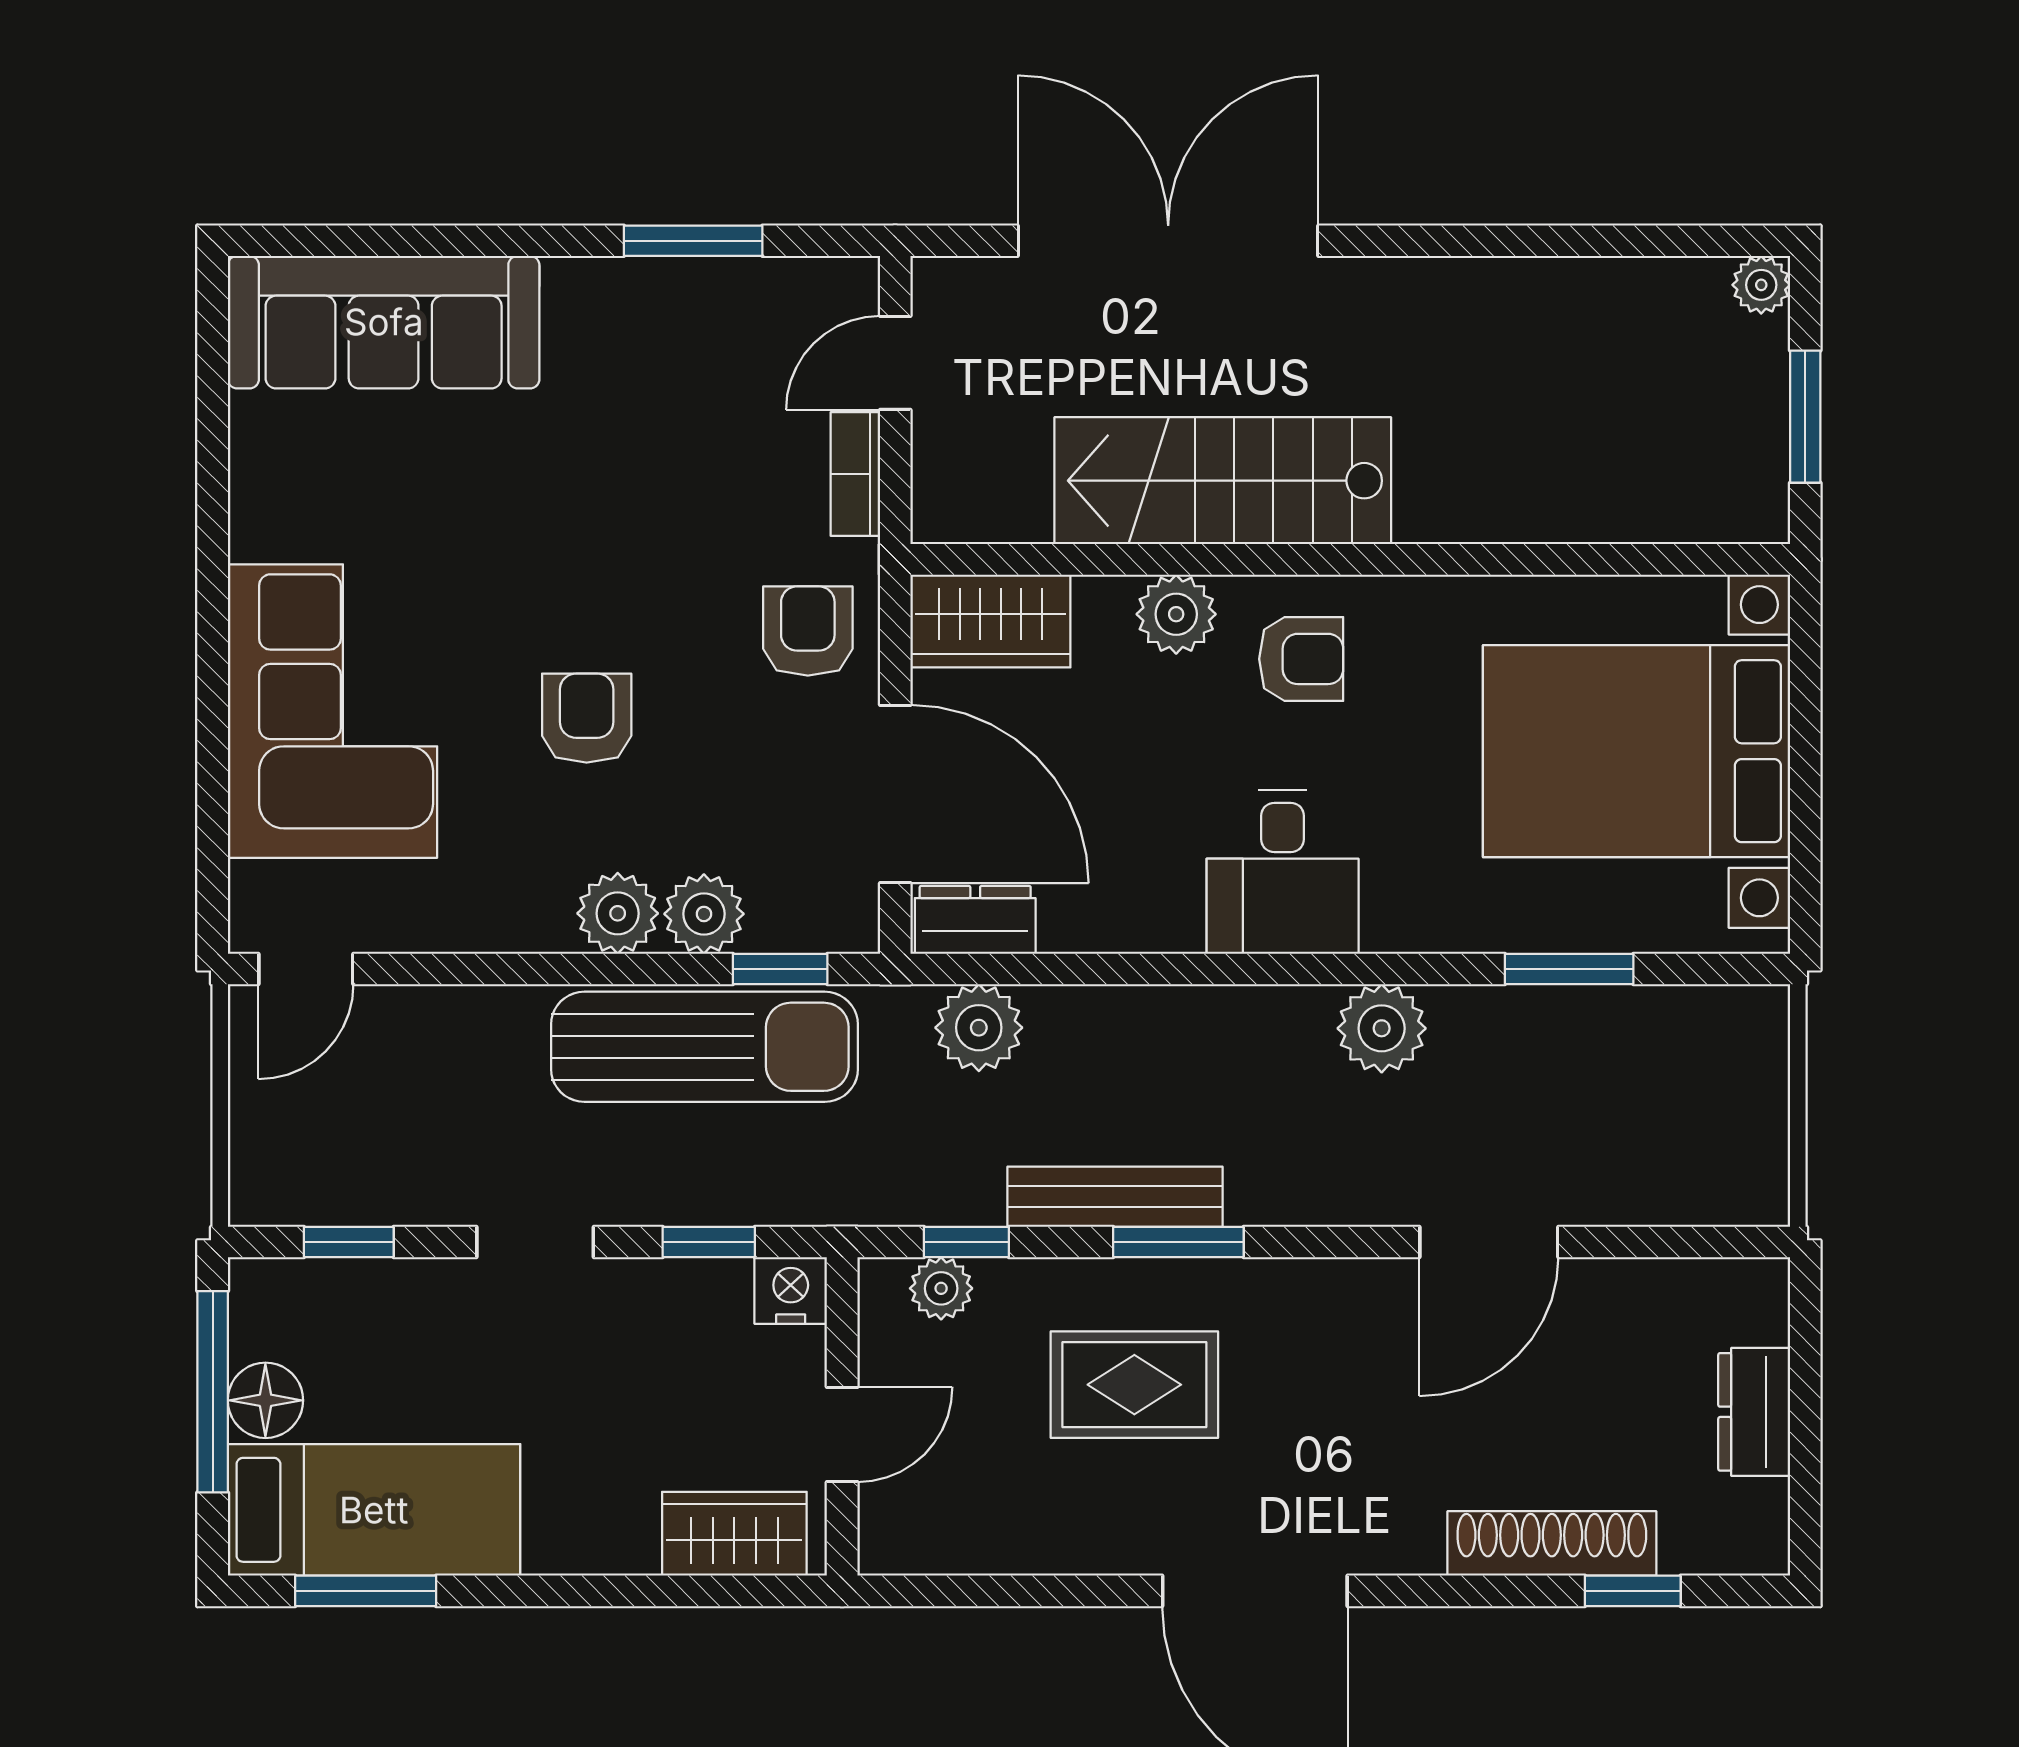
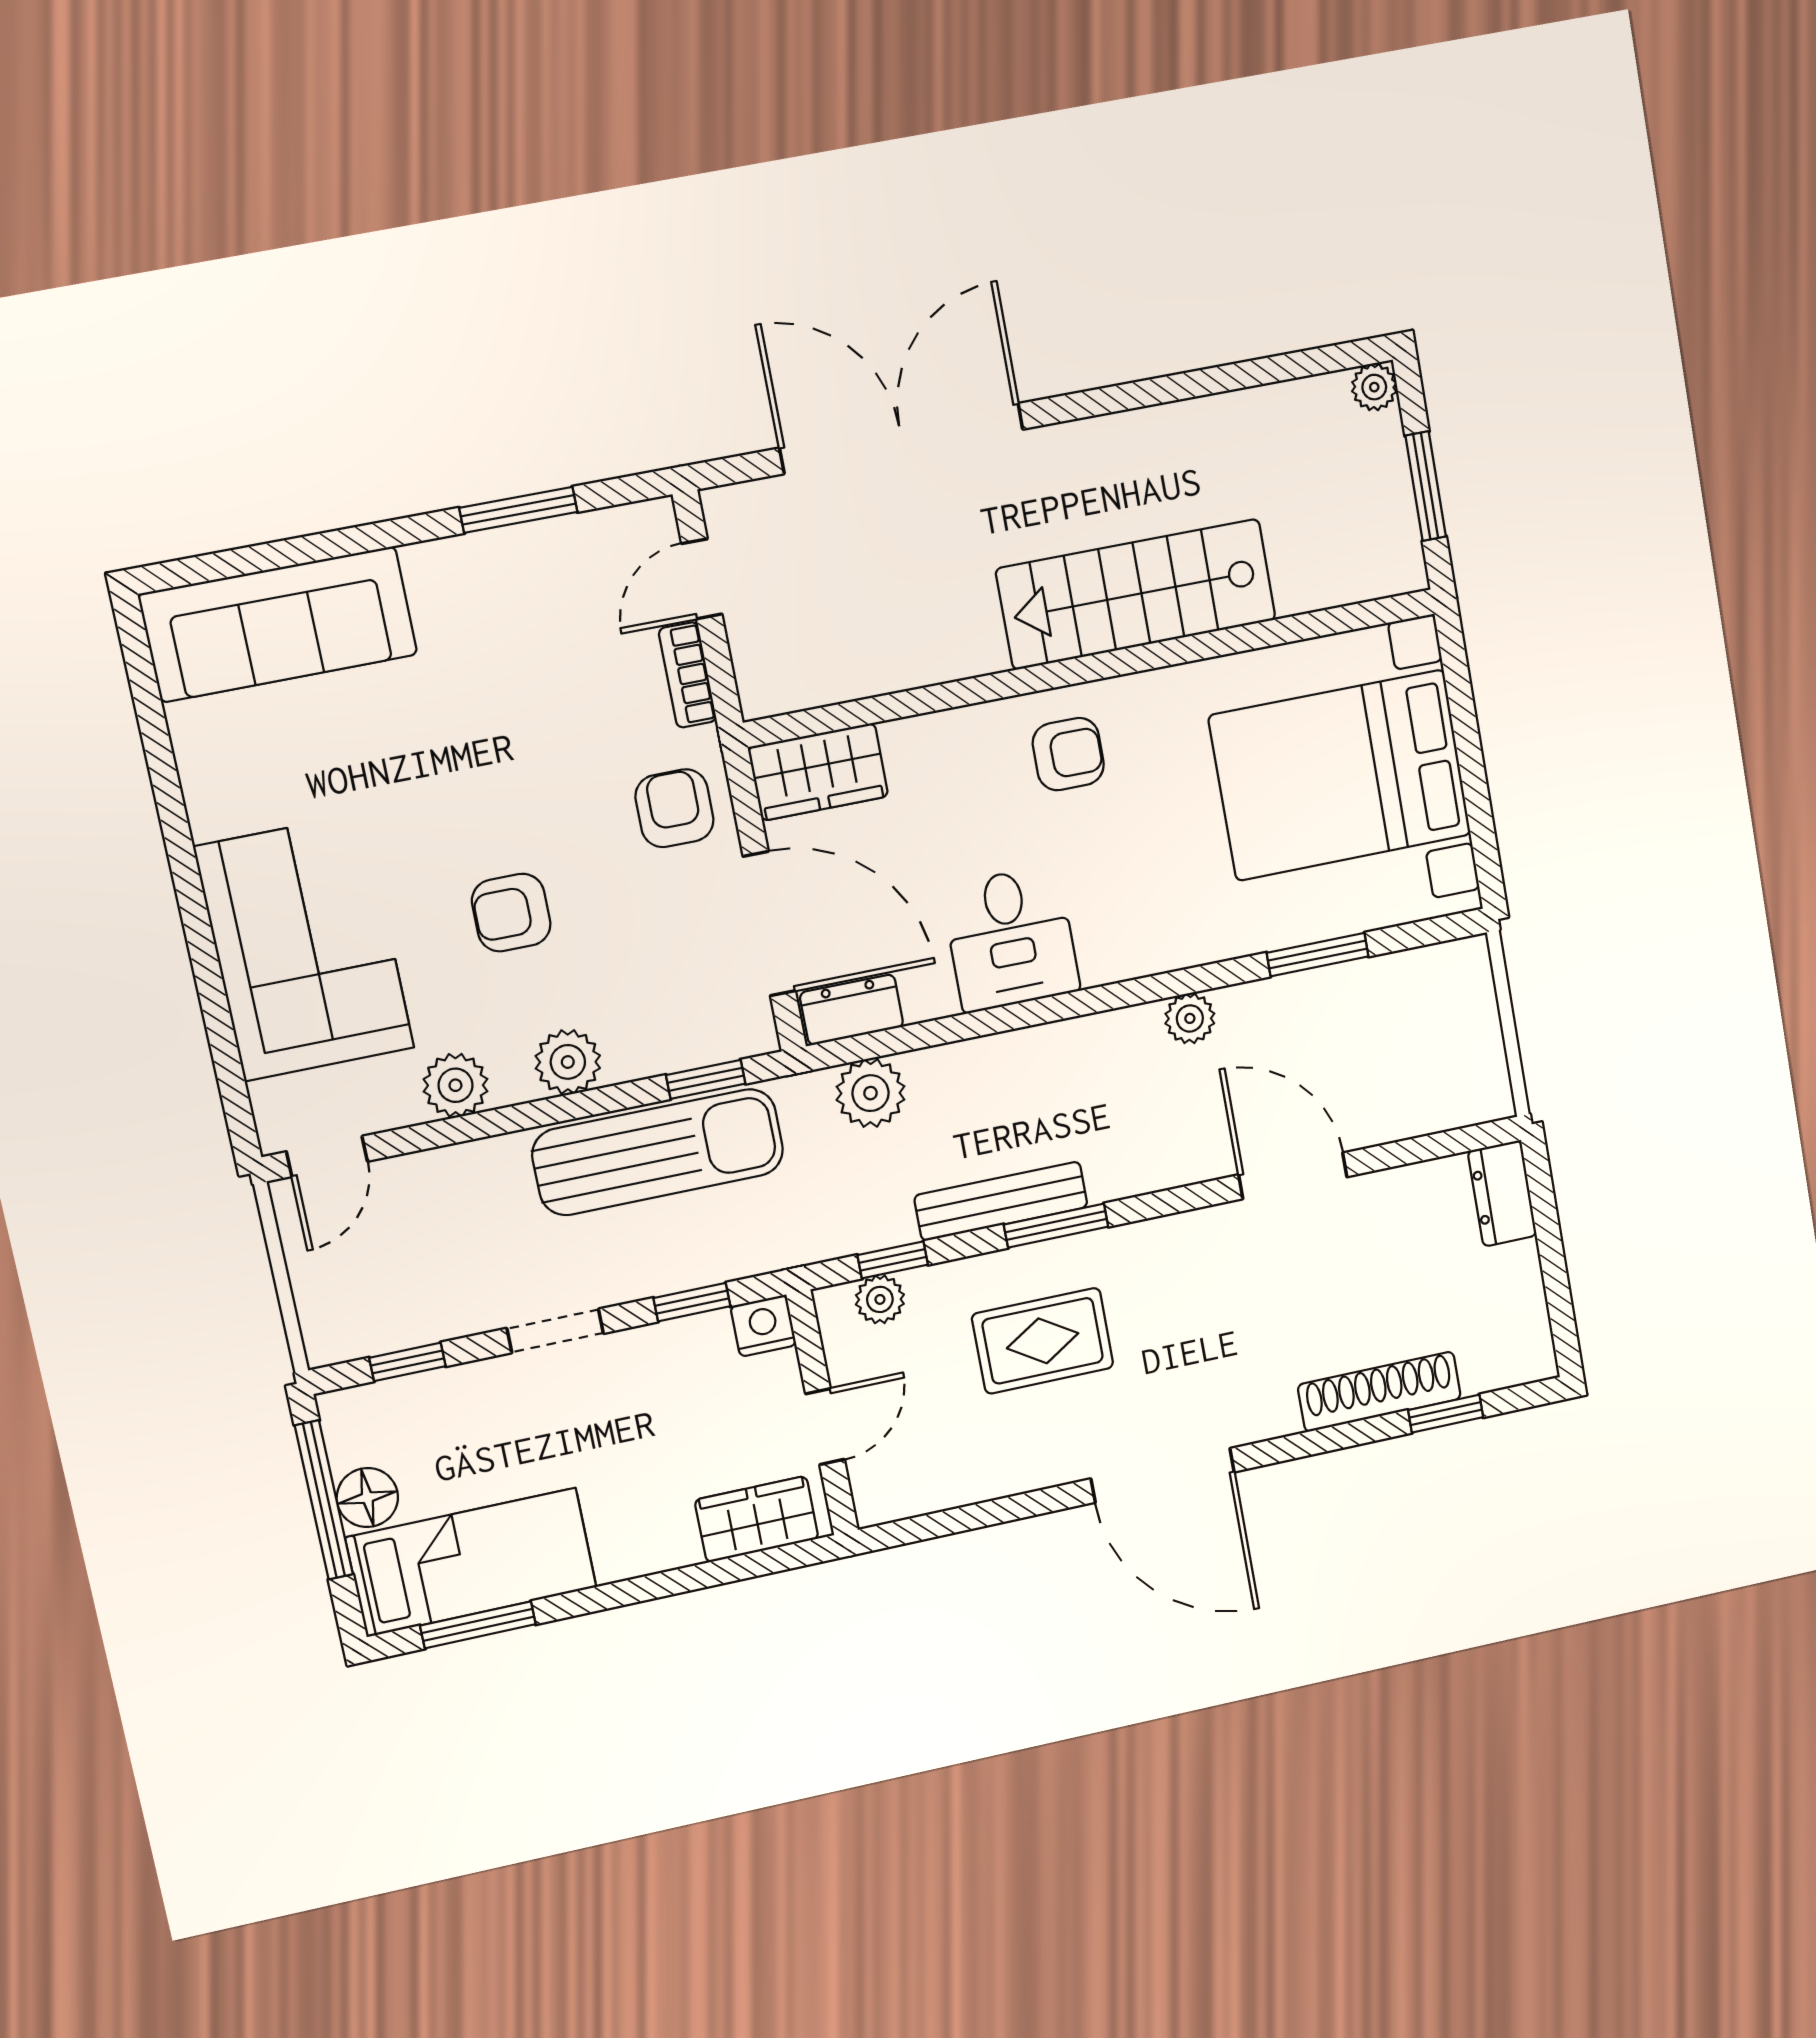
stairs: (1223, 481) -> (1136, 594), moved
plant: (1176, 614) -> (964, 738), removed
armchair: (587, 718) -> (511, 913), turned -90
desk: (1283, 872) -> (1011, 939), moved
plant: (704, 914) -> (455, 1085), moved
plant: (1382, 1028) -> (1190, 1018), width x0.73, depth x0.73
door: (1489, 1242) -> (1293, 1176), swing flipped
dresser: (1754, 1412) -> (1502, 1193), moved

